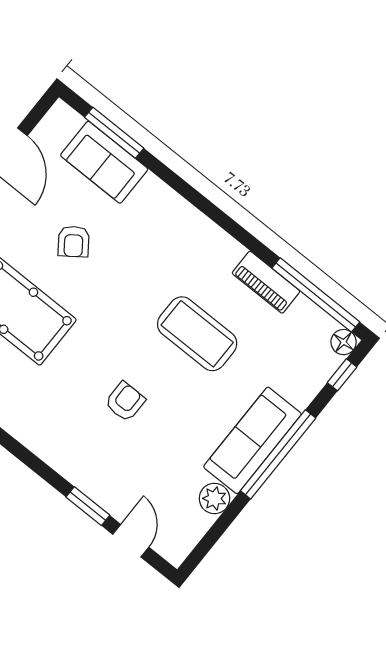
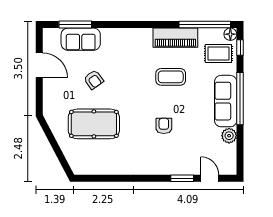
piano: (266, 282) -> (175, 38), width x1.37, depth x1.33
coffee table: (197, 334) -> (171, 77), width x0.73, depth x0.76
rug: (301, 357) -> (218, 54), added

